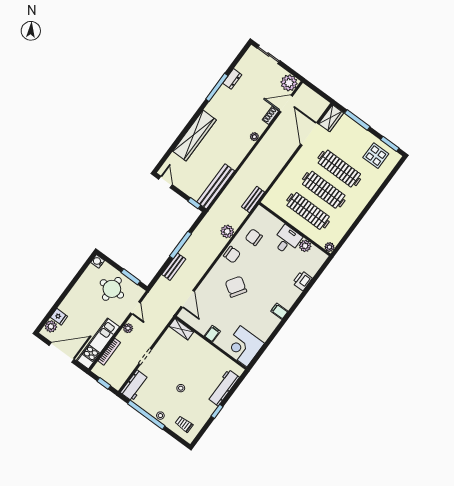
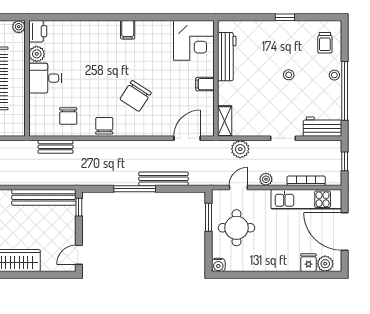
bench: (253, 199) -> (56, 147), moved
plant: (227, 231) -> (240, 149), moved
bench: (174, 267) -> (164, 179), width x1.36
printer: (302, 281) -> (38, 31), moved, turned -90
workbench: (223, 388) -> (227, 57), moved, turned -90

